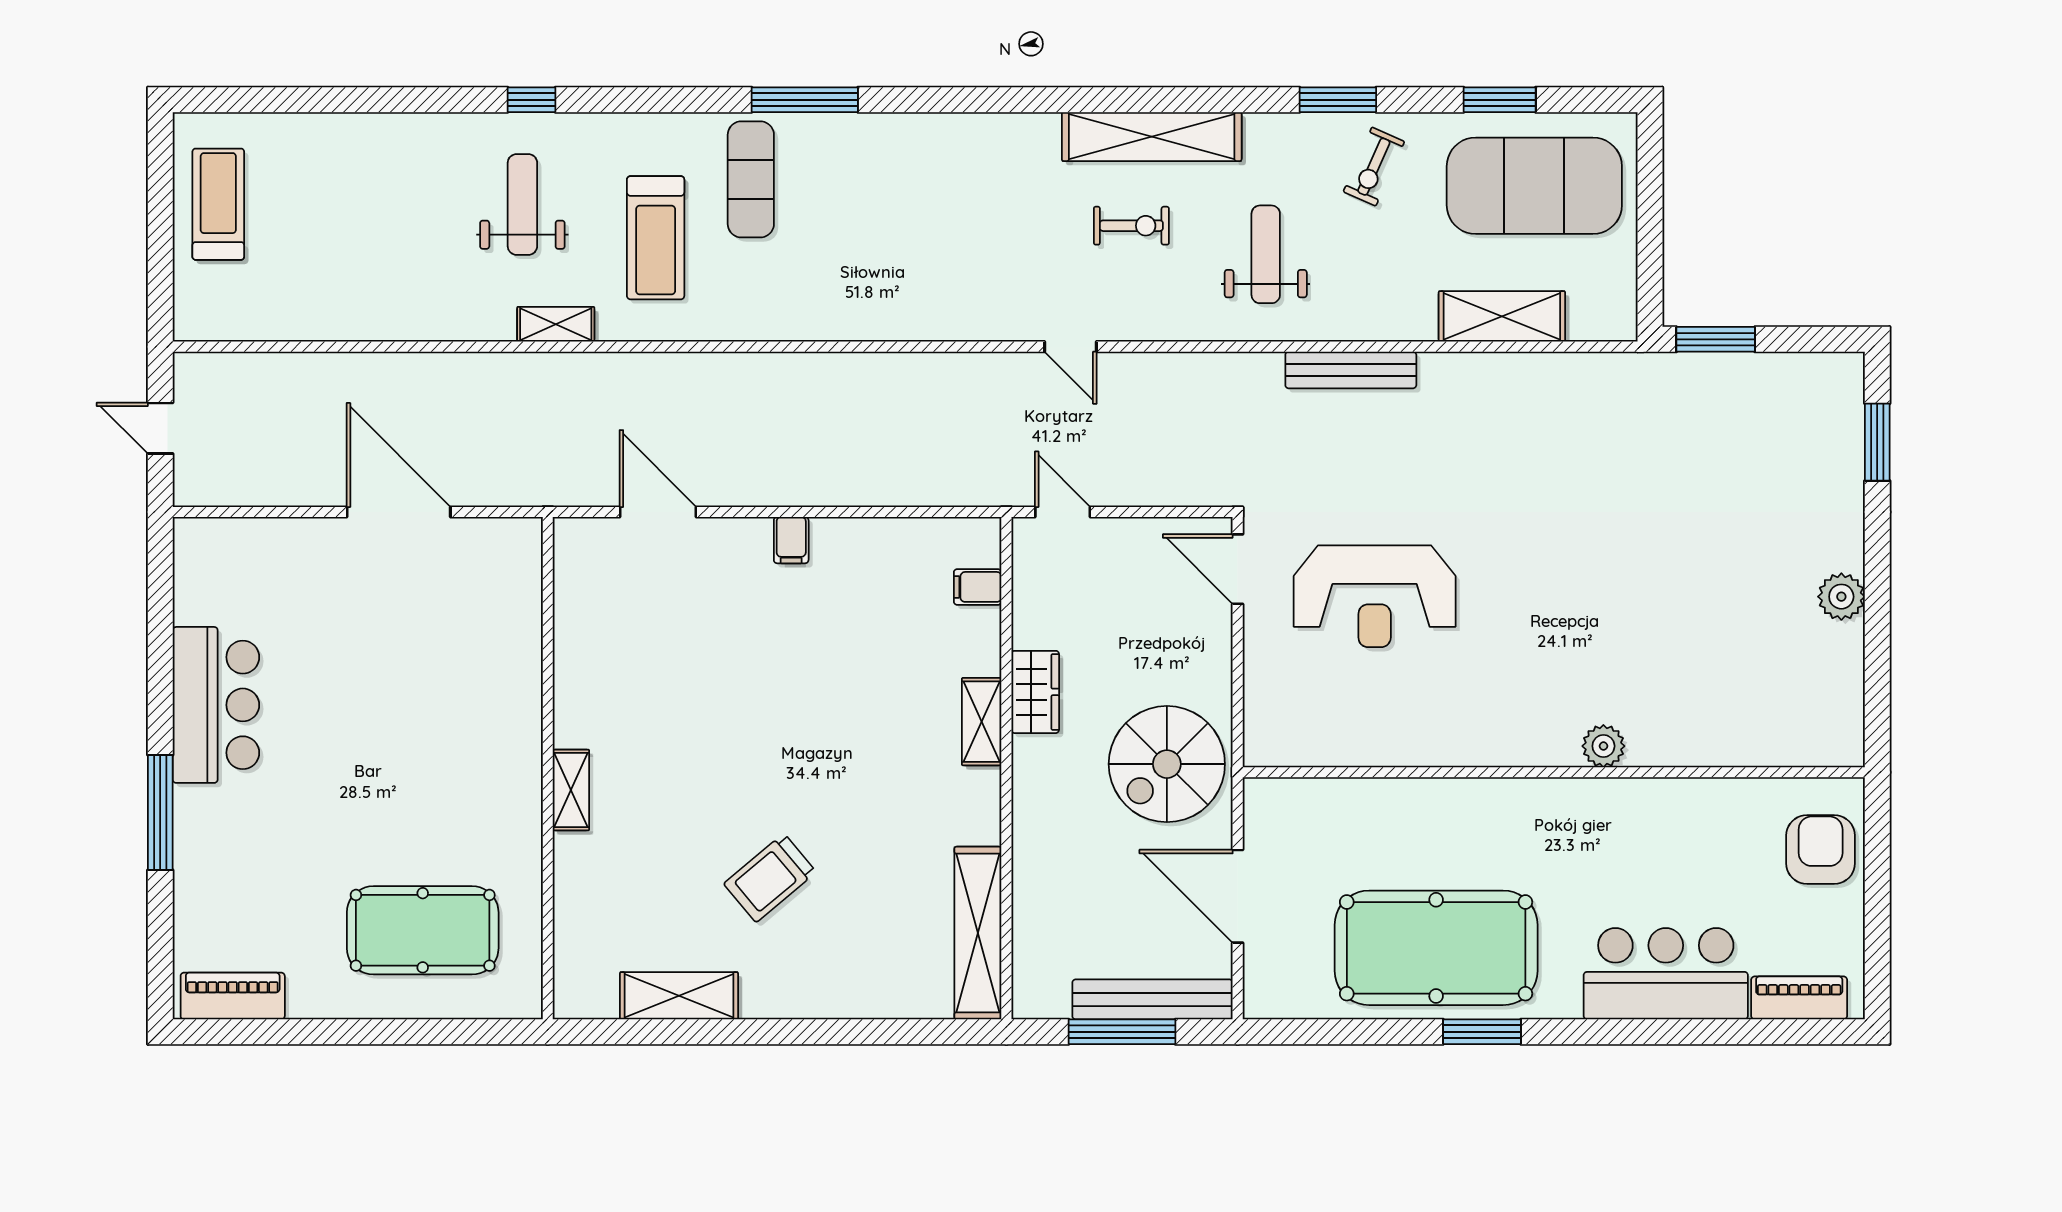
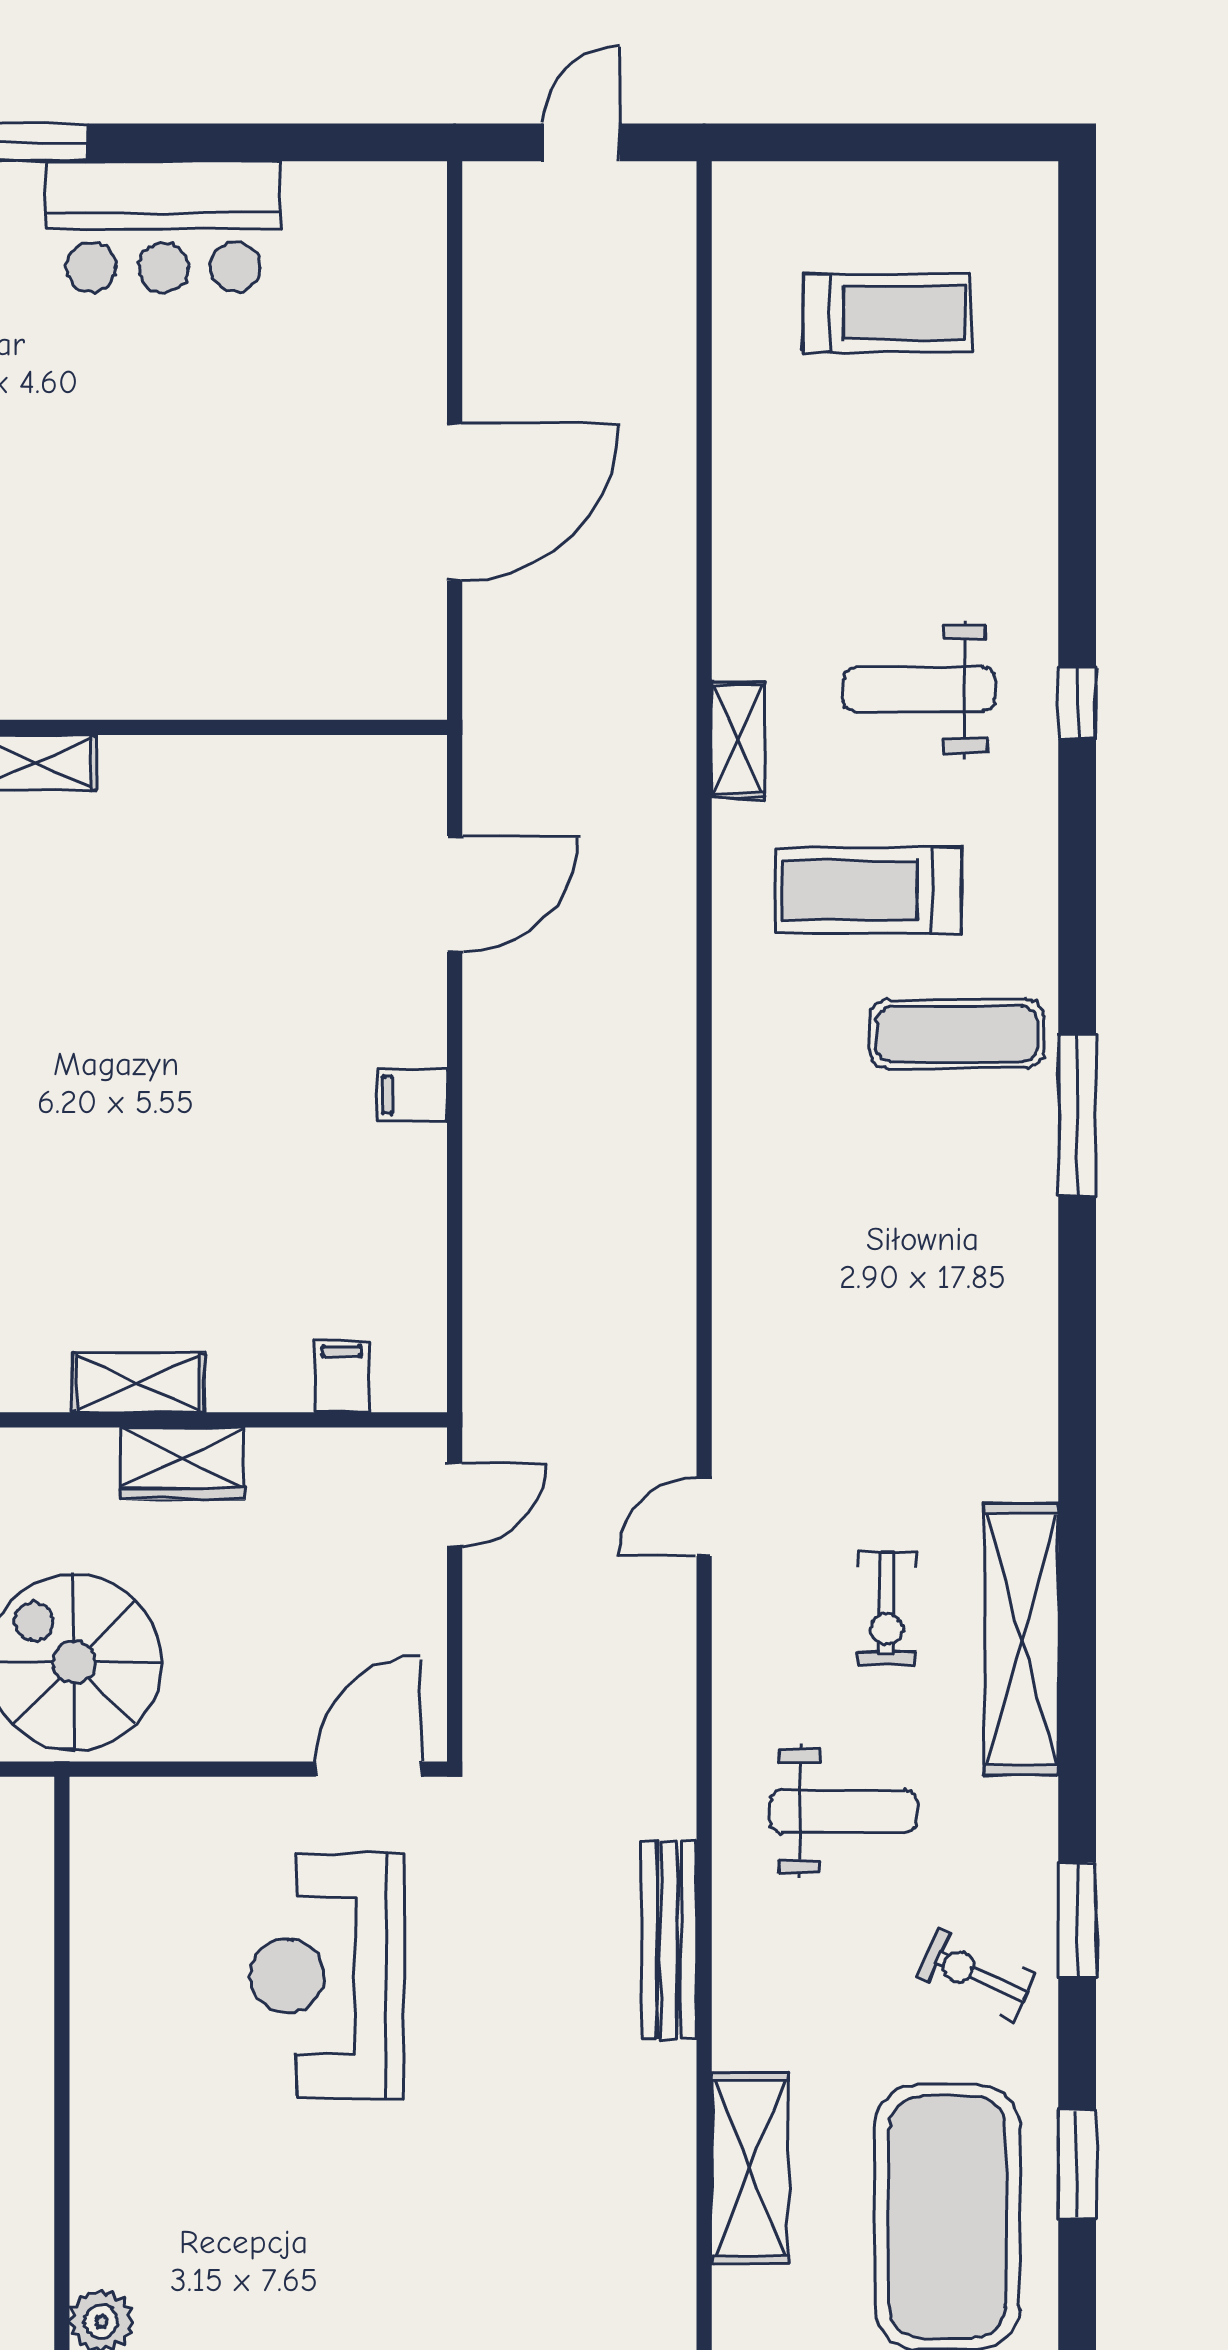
treadmill: (218, 204) -> (887, 313), moved
weight bench: (522, 204) -> (919, 689), turned 180

